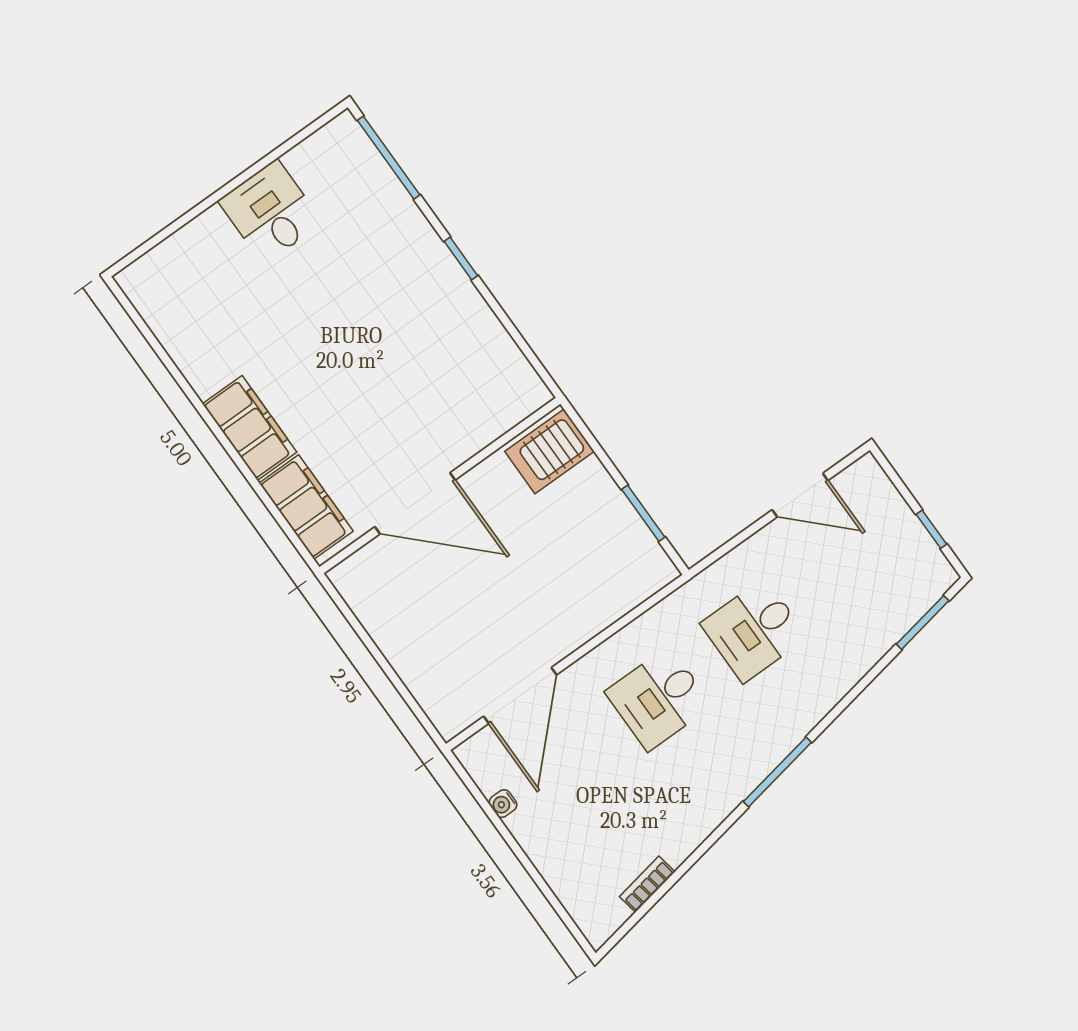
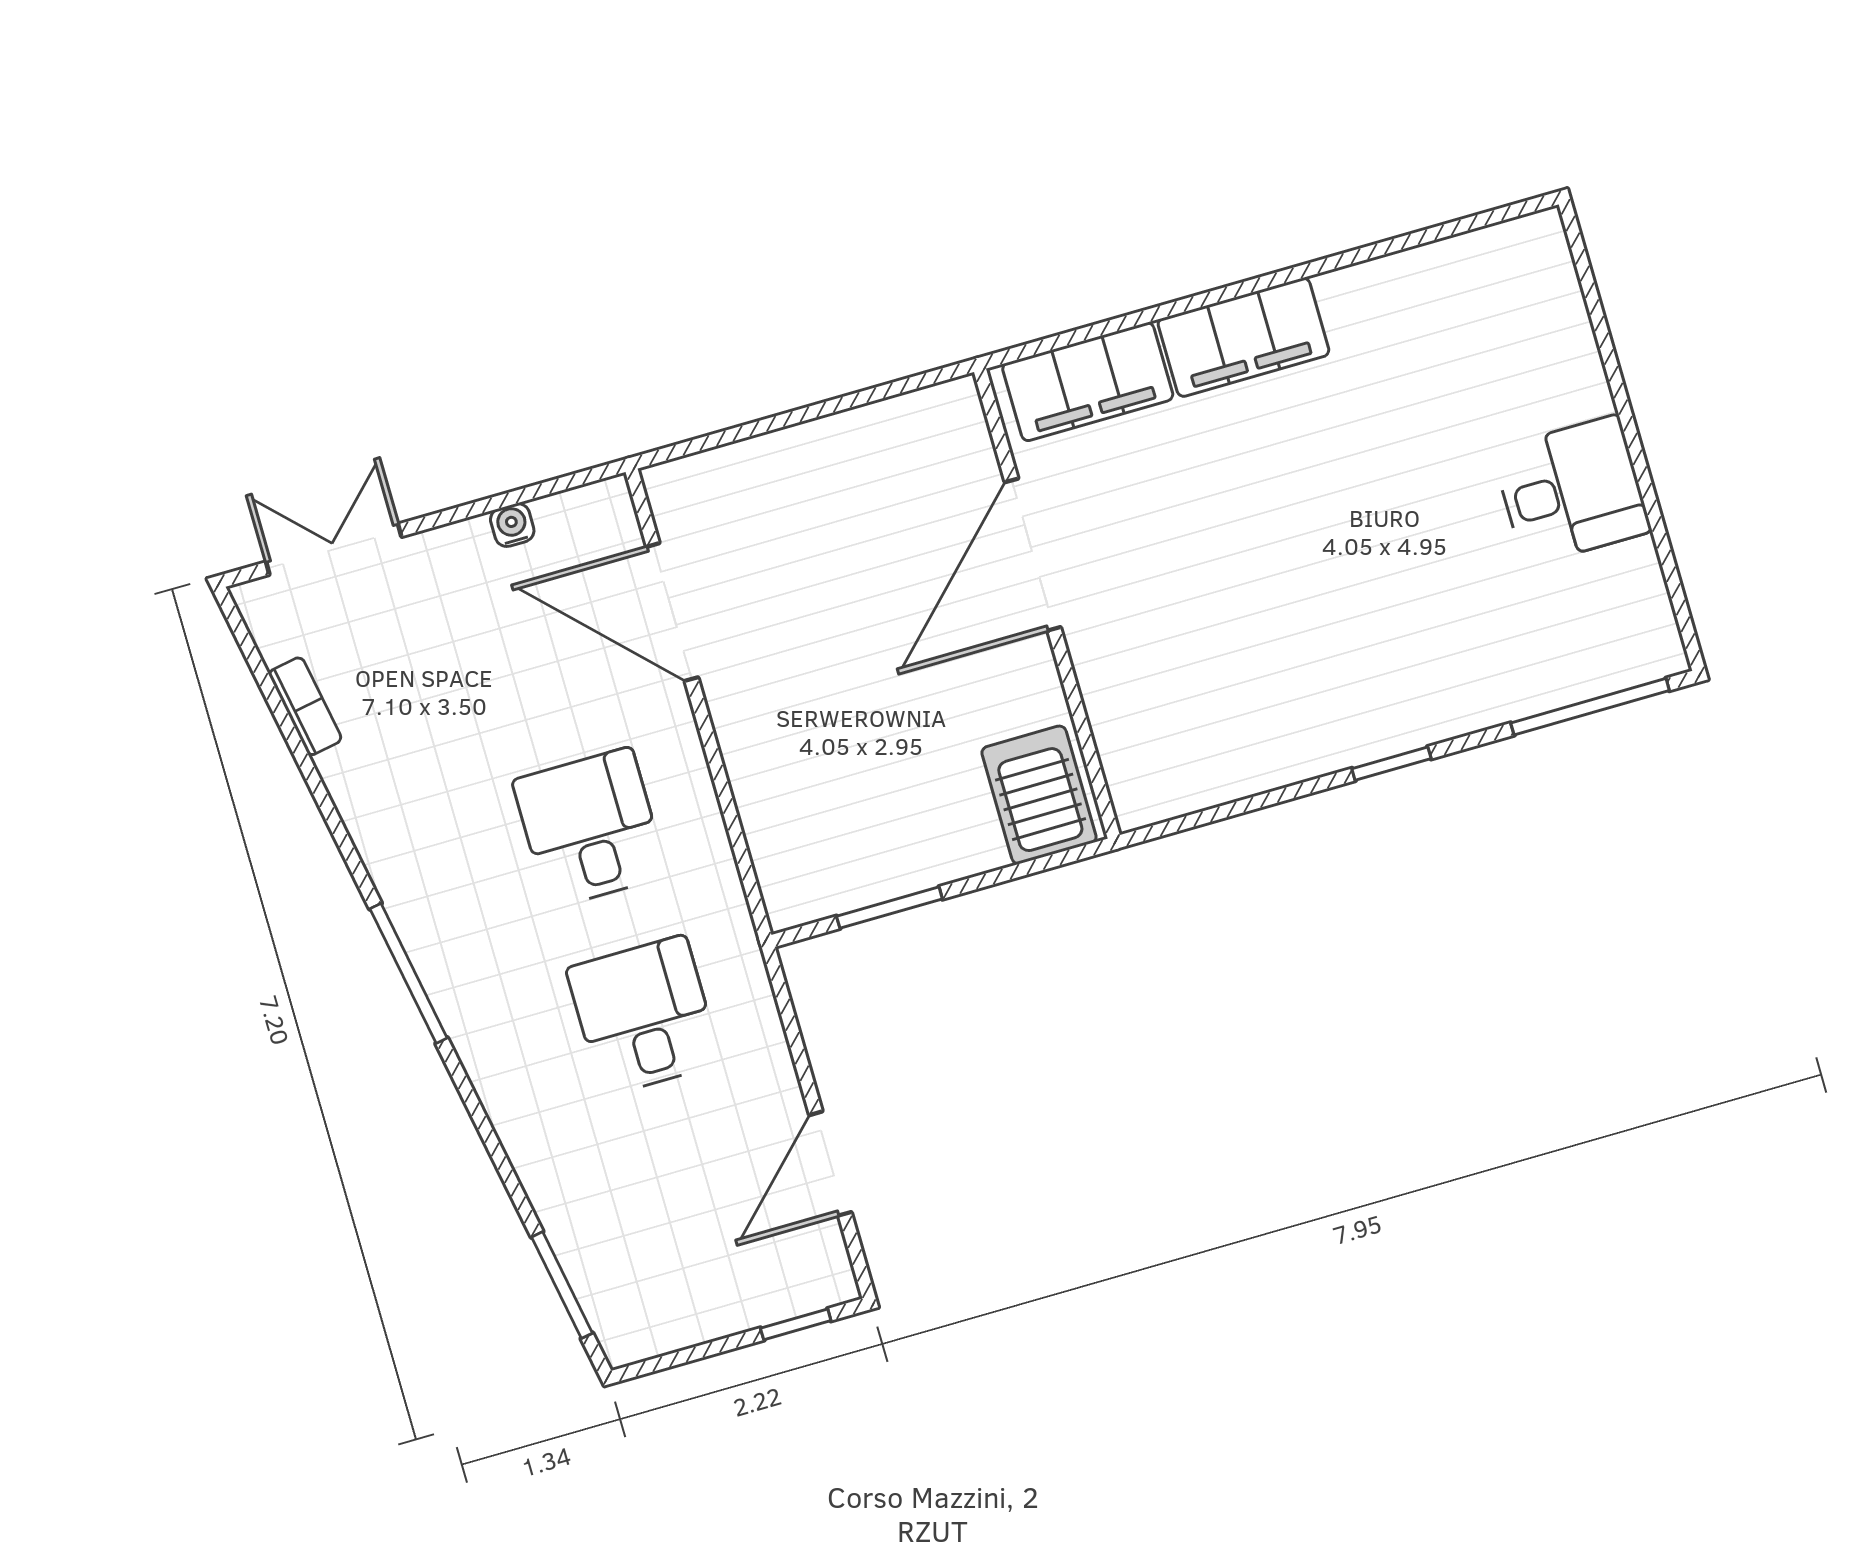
window: (931, 529) -> (796, 1324), moved
double door: (553, 900) -> (334, 549), added

